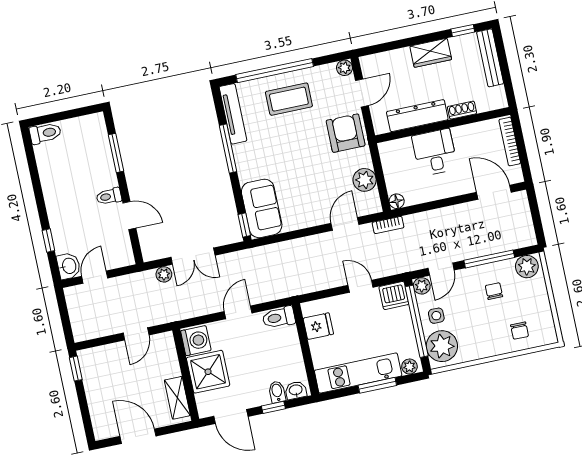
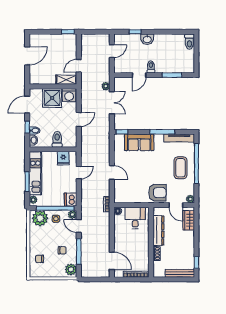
wardrobe: (431, 53) -> (189, 220), moved
desk: (435, 152) -> (135, 218), moved, turned -90
plant: (365, 180) -> (132, 197), removed
door: (494, 192) -> (112, 261), hinge flipped
sofa: (262, 208) -> (139, 142), moved
door: (345, 224) -> (112, 172), moved
double door: (193, 256) -> (112, 103), swing flipped
washbasin: (69, 266) -> (147, 39), moved
door: (95, 277) -> (112, 51), hinge flipped
door: (361, 286) -> (79, 173), moved
door: (238, 312) -> (79, 119), hinge flipped
toilet: (279, 317) -> (57, 139), moved
door: (136, 334) -> (79, 66), hinge flipped
shelving: (177, 398) -> (66, 80), moved

